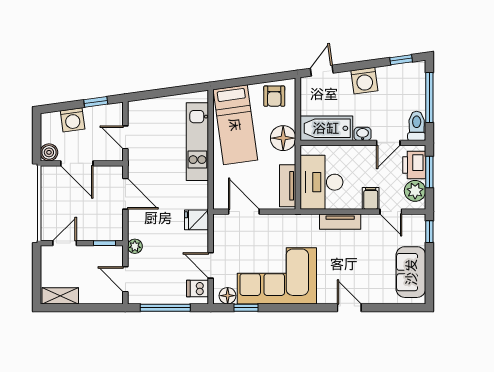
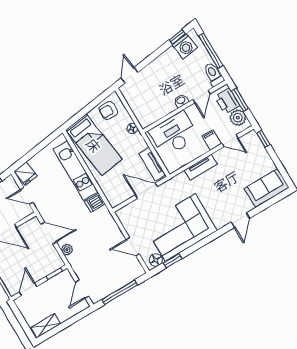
washing machine: (364, 81) -> (185, 46), moved
armchair: (274, 96) -> (108, 111), turned 90
bathtub: (326, 128) -> (155, 111), removed
floor lamp: (283, 138) -> (132, 128), width x0.53, depth x0.53
desk: (321, 182) -> (174, 134), moved, turned 90
door: (244, 212) -> (146, 191), moved
fridge: (196, 220) -> (26, 174), moved, turned -98
plant: (135, 246) -> (67, 250), moved
sofa: (411, 272) -> (267, 188), moved, turned 90
door: (125, 279) -> (82, 289), hinge flipped
dishwasher: (198, 288) -> (95, 203), moved
door: (349, 308) -> (240, 220), swing flipped

